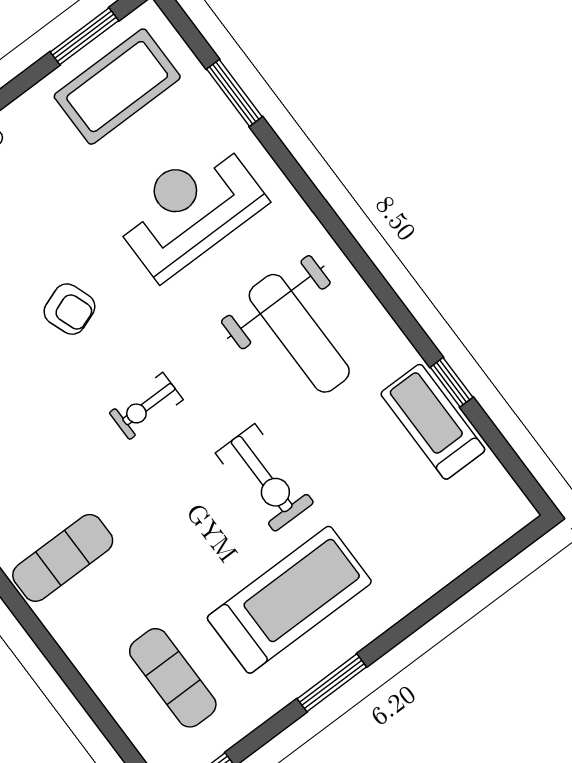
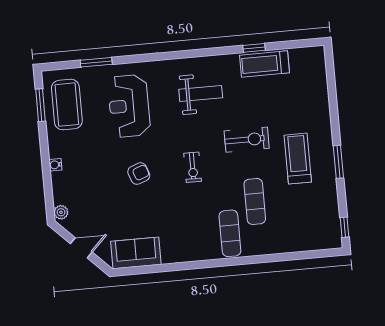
weight bench: (299, 333) -> (201, 93), width x0.73, depth x0.75
treadmill: (289, 600) -> (298, 159), width x0.73, depth x0.73
exercise mat: (173, 678) -> (255, 201), moved, turned 90

